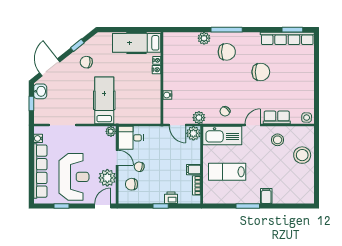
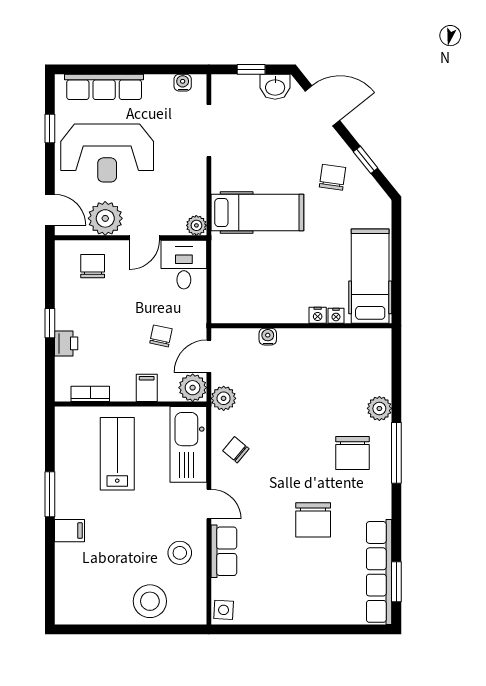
chair: (139, 167) -> (161, 336), moved
filing cabinet: (194, 170) -> (147, 388), moved
row of seats: (40, 171) -> (104, 87), width x0.73

